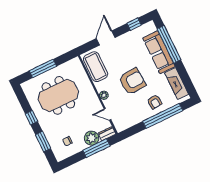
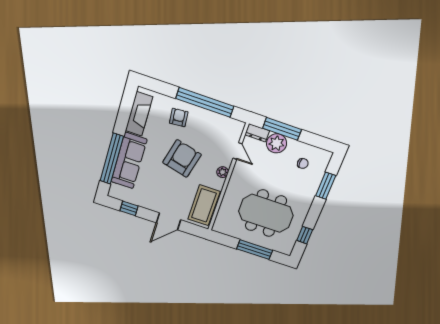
armchair: (132, 81) -> (182, 159), turned 108
window: (163, 116) -> (205, 102), moved
window: (31, 118) -> (305, 235), moved

